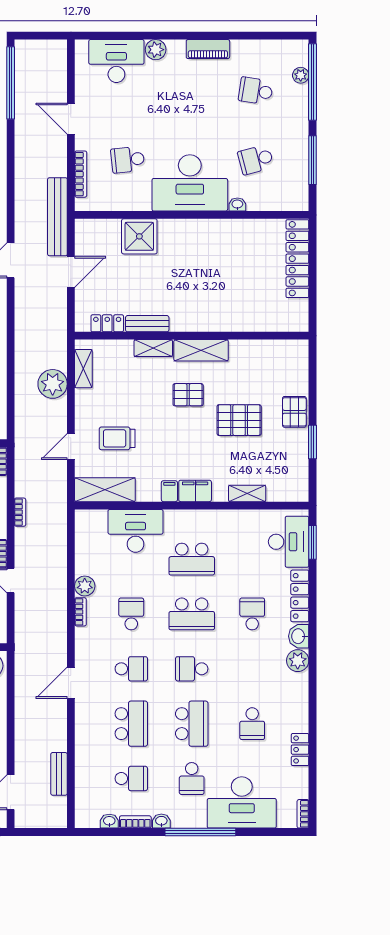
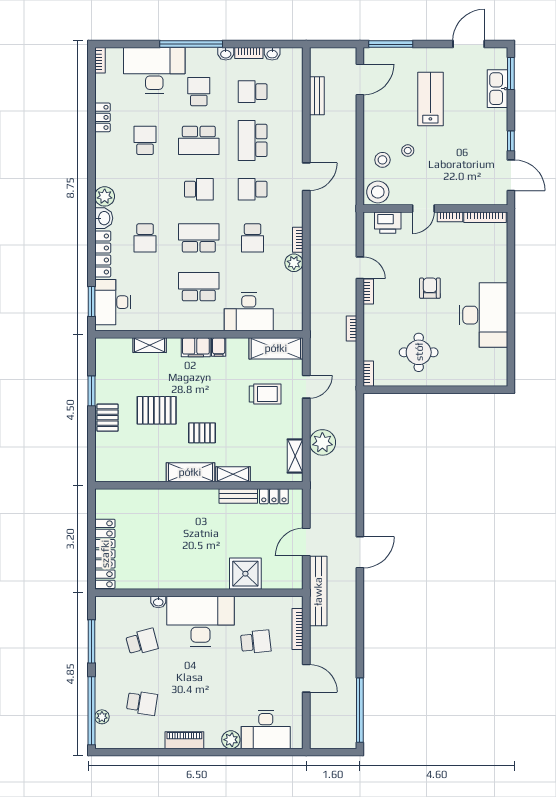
school desk: (192, 724) -> (199, 140), turned -90

